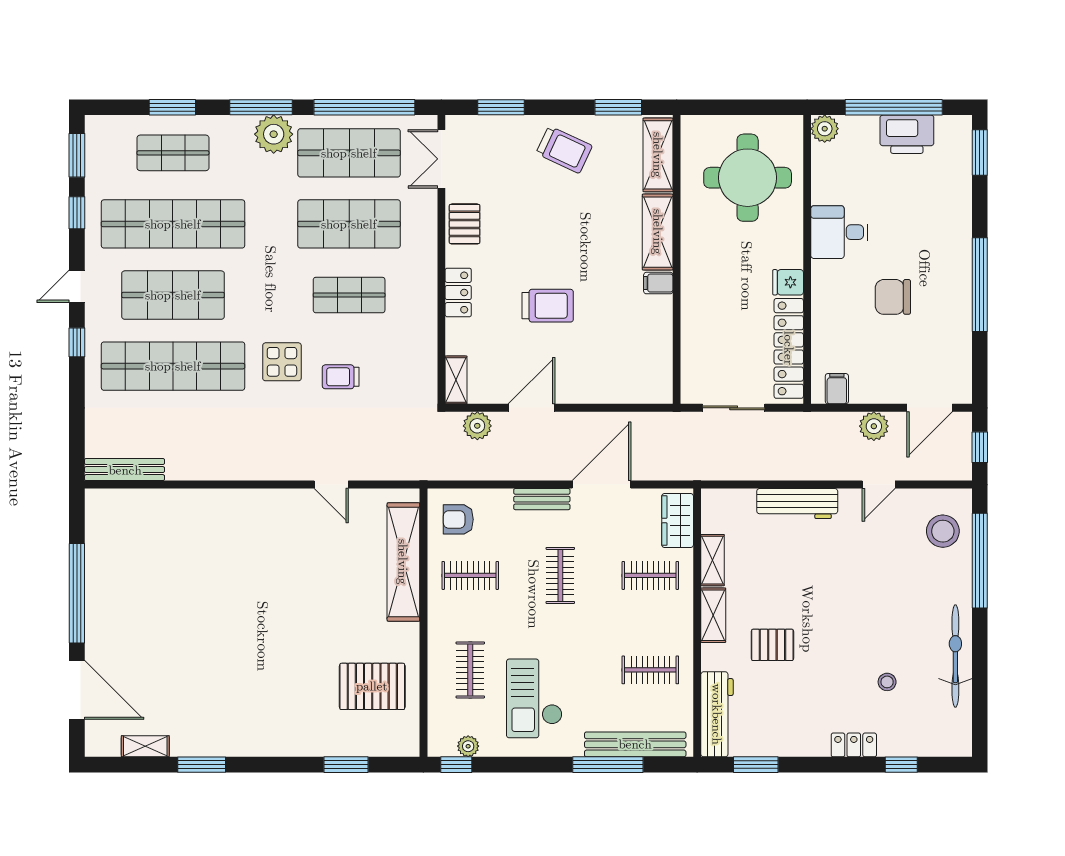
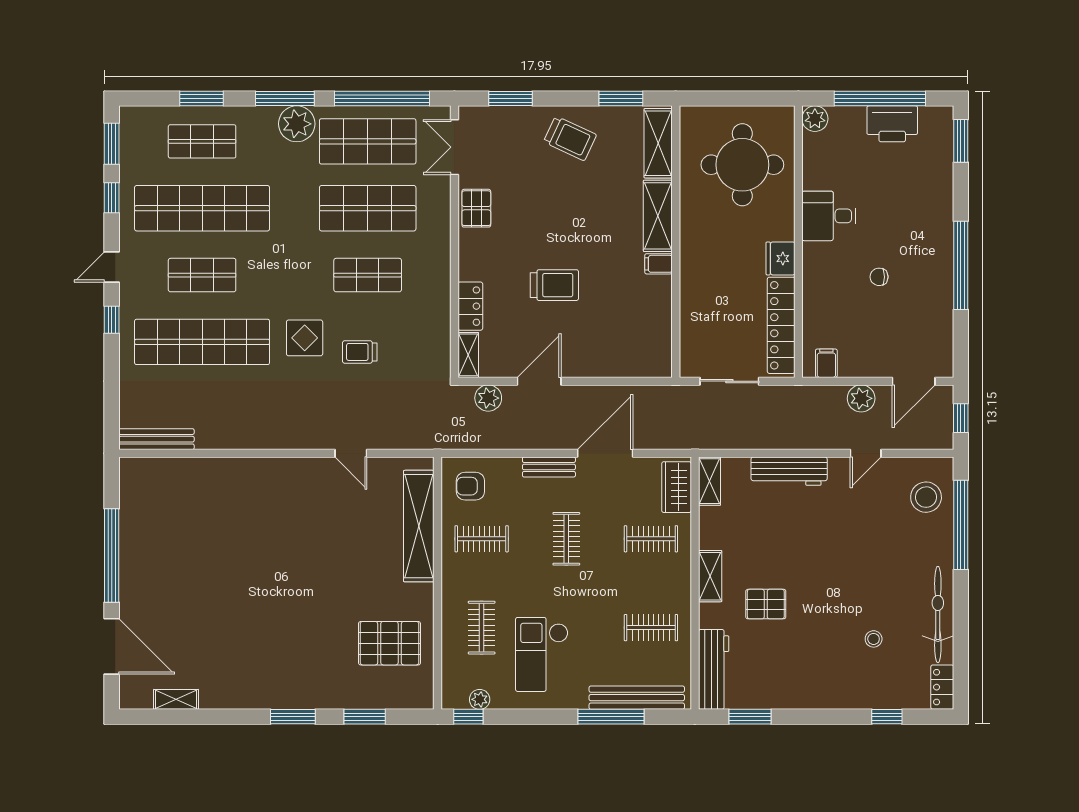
fridge: (788, 282) -> (780, 258), width x1.38
locker: (458, 292) -> (470, 306), moved
shop shelf: (173, 295) -> (202, 275), width x0.70, depth x0.74
chair: (893, 297) -> (879, 277), width x0.54, depth x0.54
shelving: (713, 560) -> (709, 481), moved
locker: (854, 745) -> (942, 687), moved, turned -90
window: (202, 765) -> (293, 717), moved

